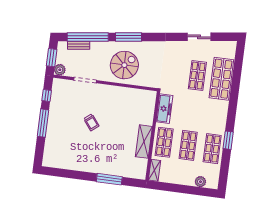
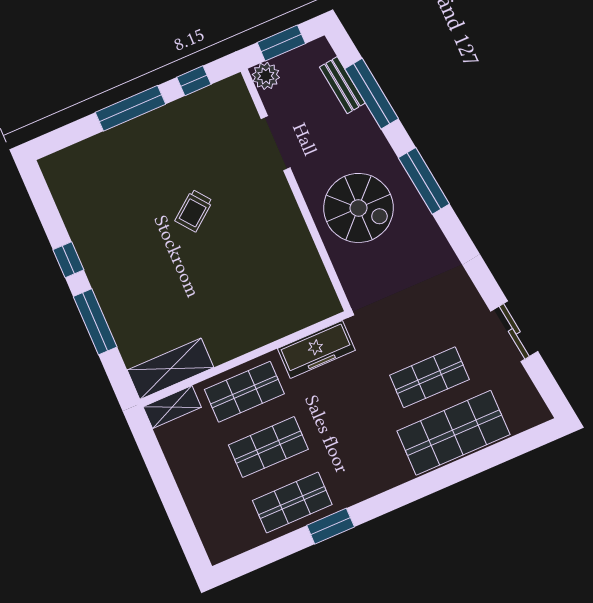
window: (88, 37) -> (372, 94), width x0.68
shelving: (144, 142) -> (171, 369), moved
window: (82, 176) -> (68, 260), added
plant: (200, 182) -> (207, 520), removed

